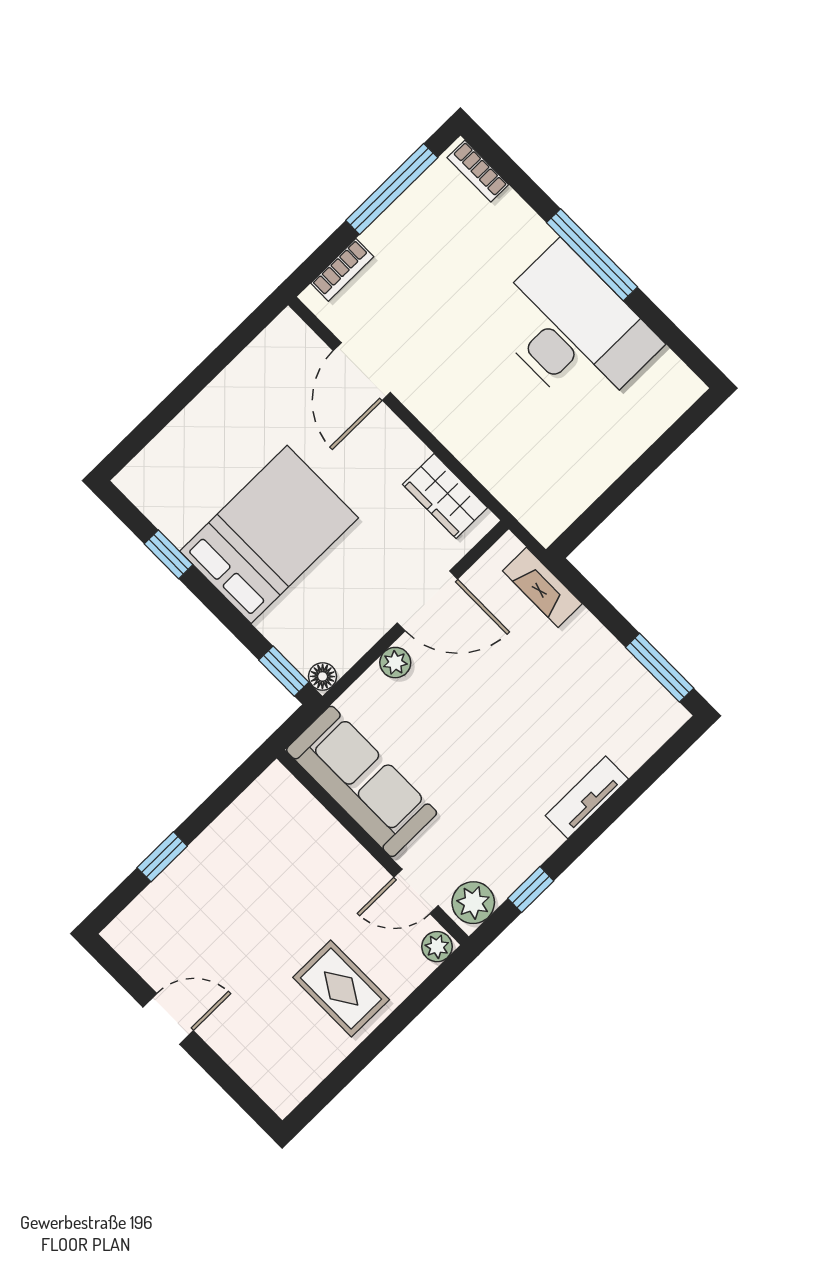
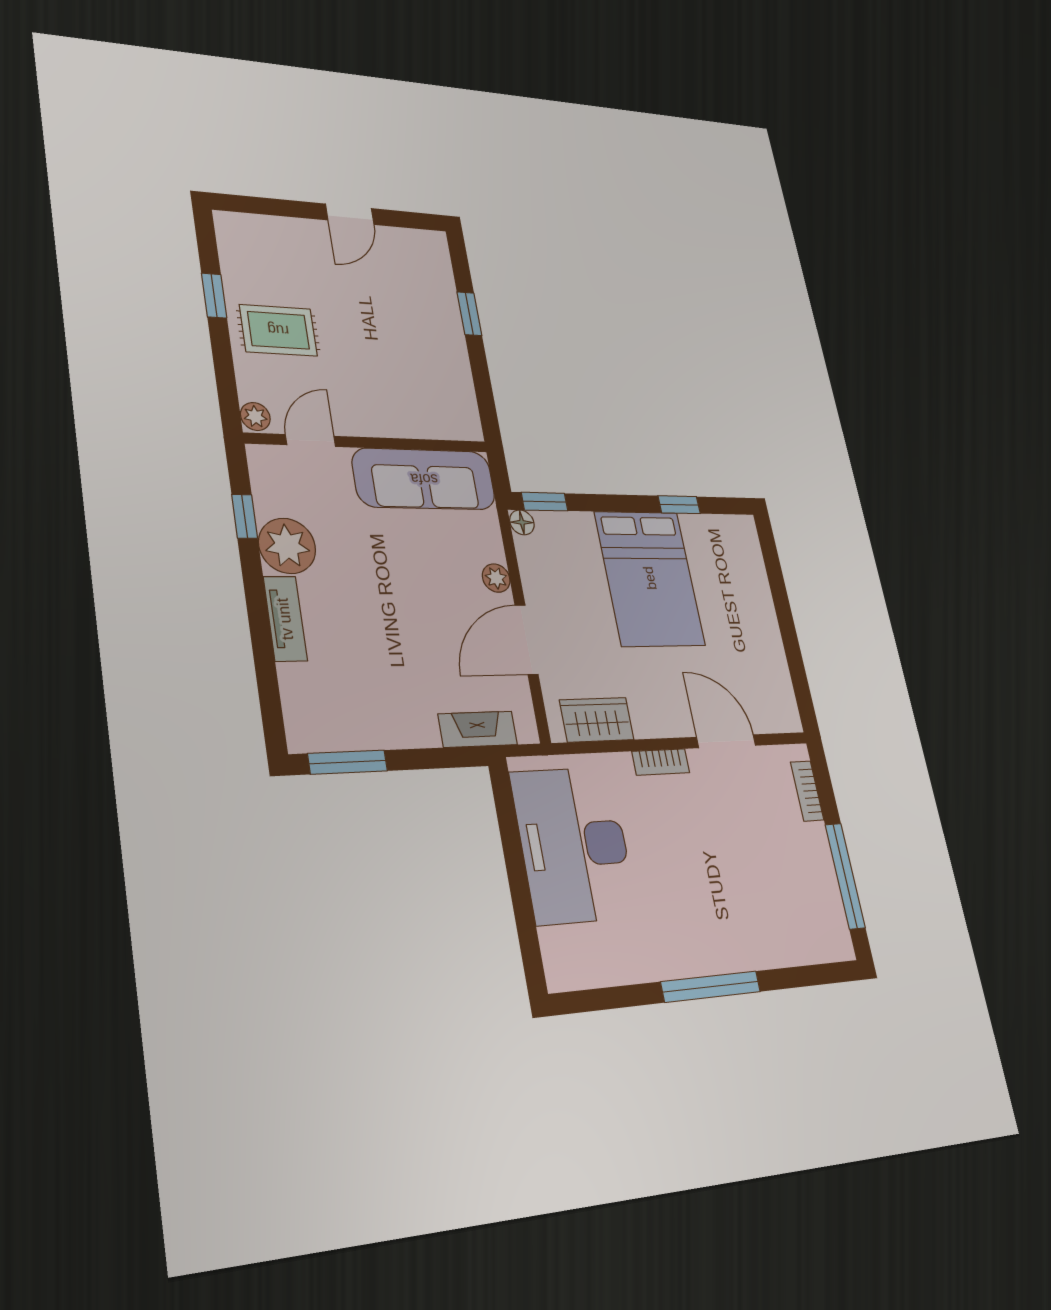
bookcase: (478, 171) -> (661, 762), moved, turned 180
desk: (573, 330) -> (574, 845), moved, turned 90
plant: (473, 903) -> (287, 546), moved, width x1.36, depth x1.36
window: (361, 1057) -> (214, 296), added

